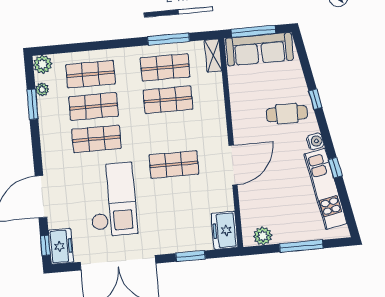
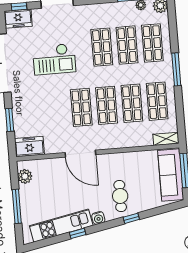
window: (169, 39) -> (176, 69), moved
shop shelf: (171, 132) -> (107, 105), added
checkout: (112, 200) -> (54, 59), width x0.73, depth x0.83

